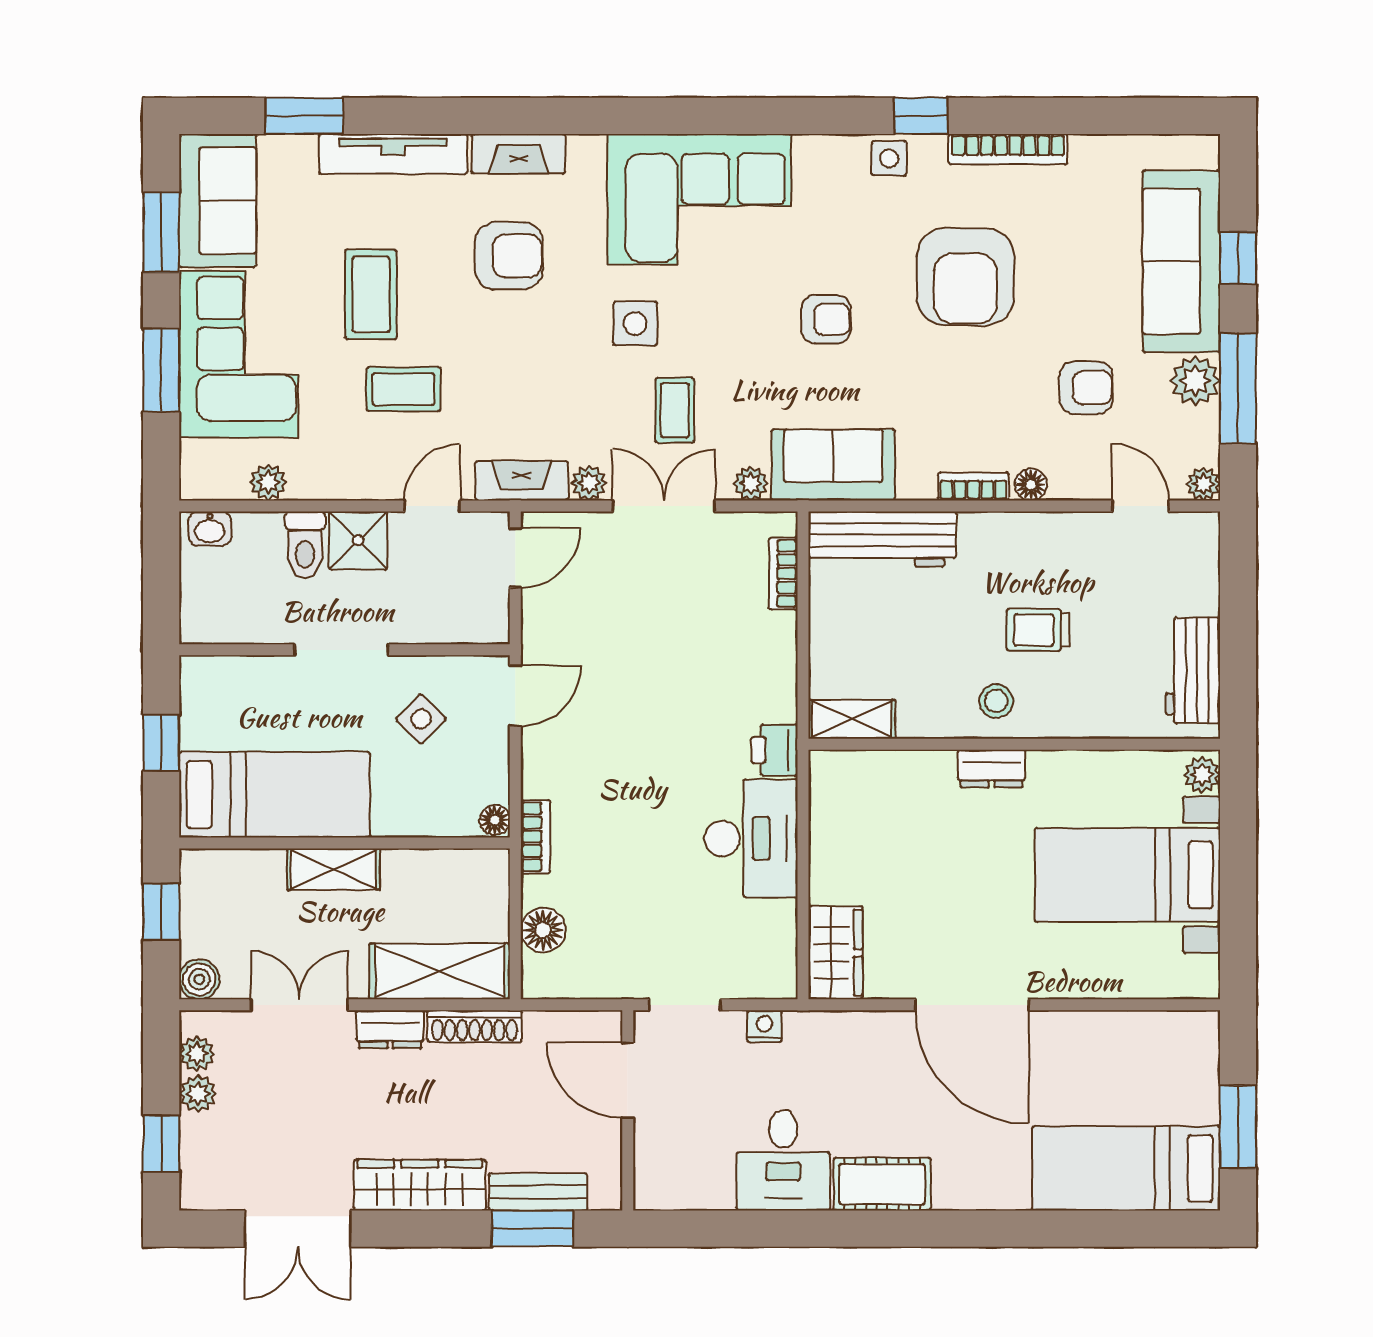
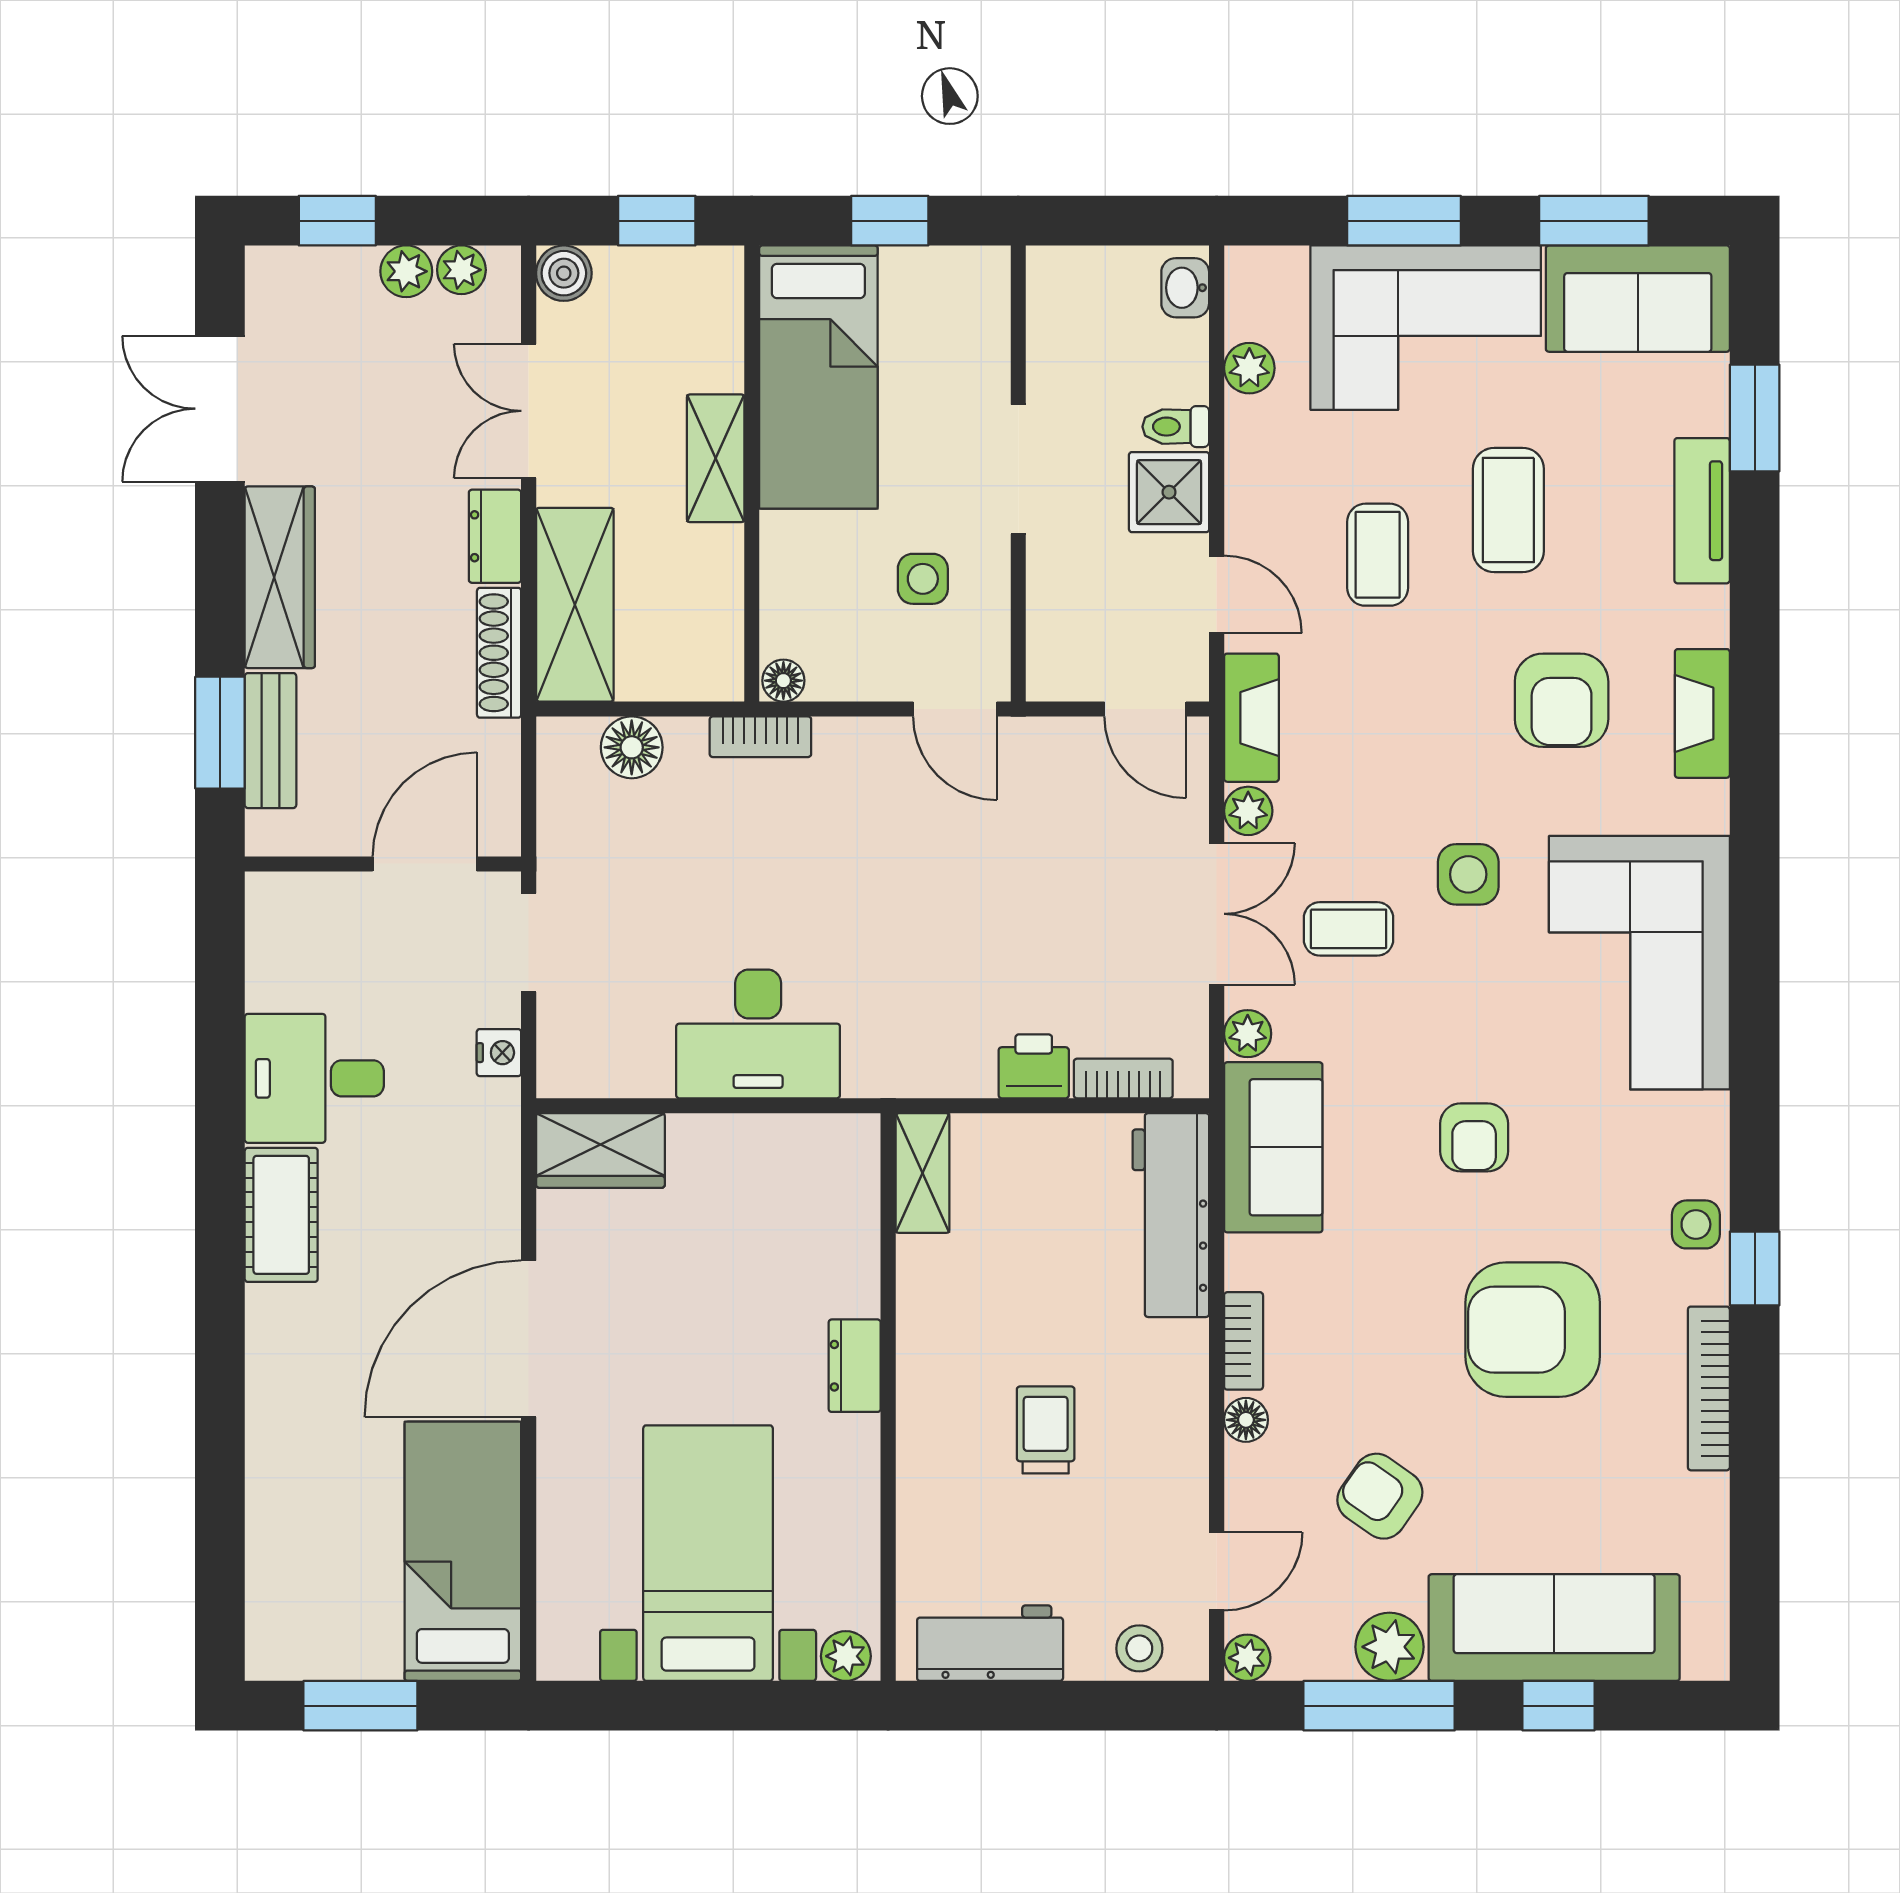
tv unit: (393, 154) -> (1702, 511), width x0.71
coffee table: (371, 294) -> (1508, 510), turned 90
armchair: (1086, 388) -> (1380, 1496), turned 125
toilet: (305, 545) -> (1176, 427), width x0.73, depth x0.72
stool: (996, 701) -> (1139, 1648), moved
side table: (421, 719) -> (923, 579), turned 45
printer: (774, 750) -> (1034, 1066), moved
double door: (299, 1005) -> (529, 411), swing flipped
bed: (1126, 1168) -> (463, 1551), moved

